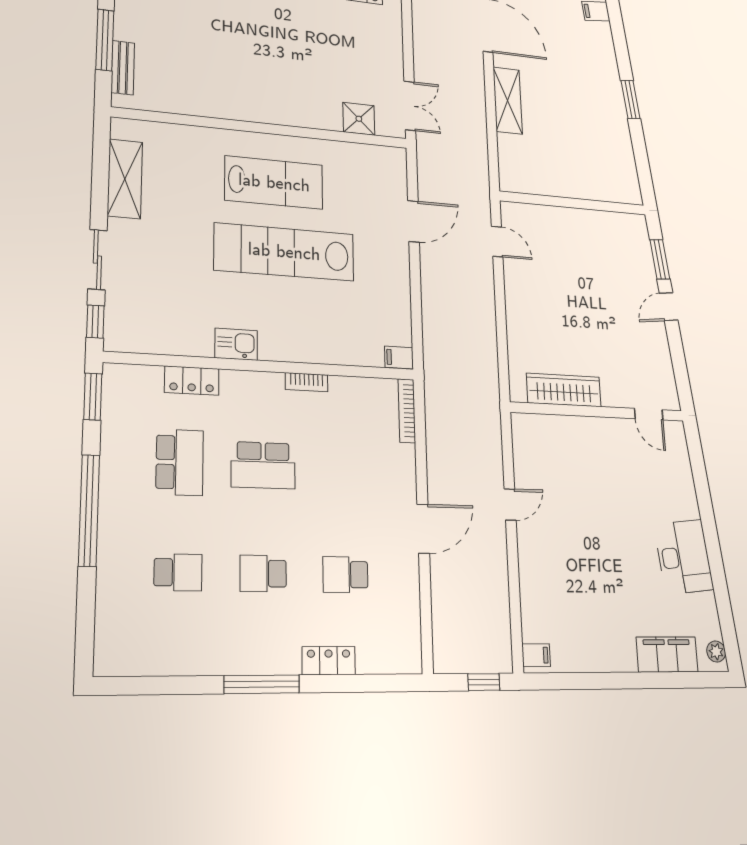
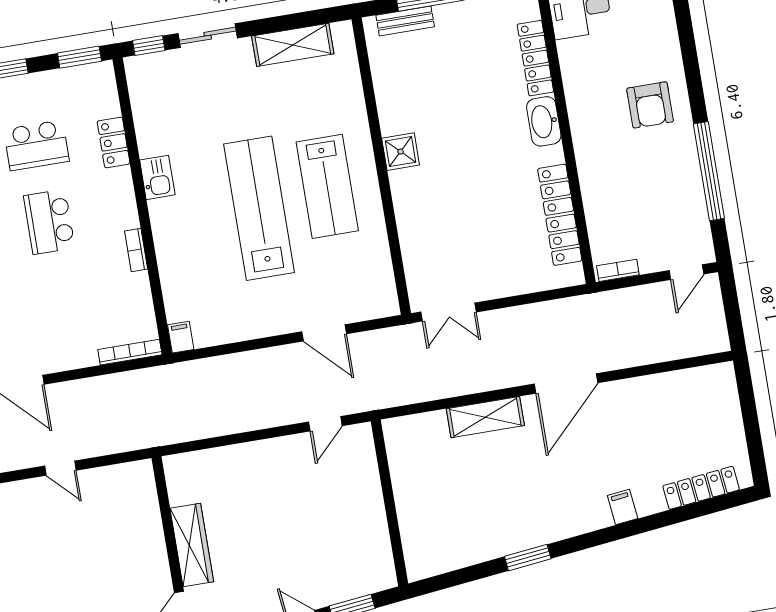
shower: (359, 119) -> (401, 152), moved
wardrobe: (564, 390) -> (192, 545), moved

